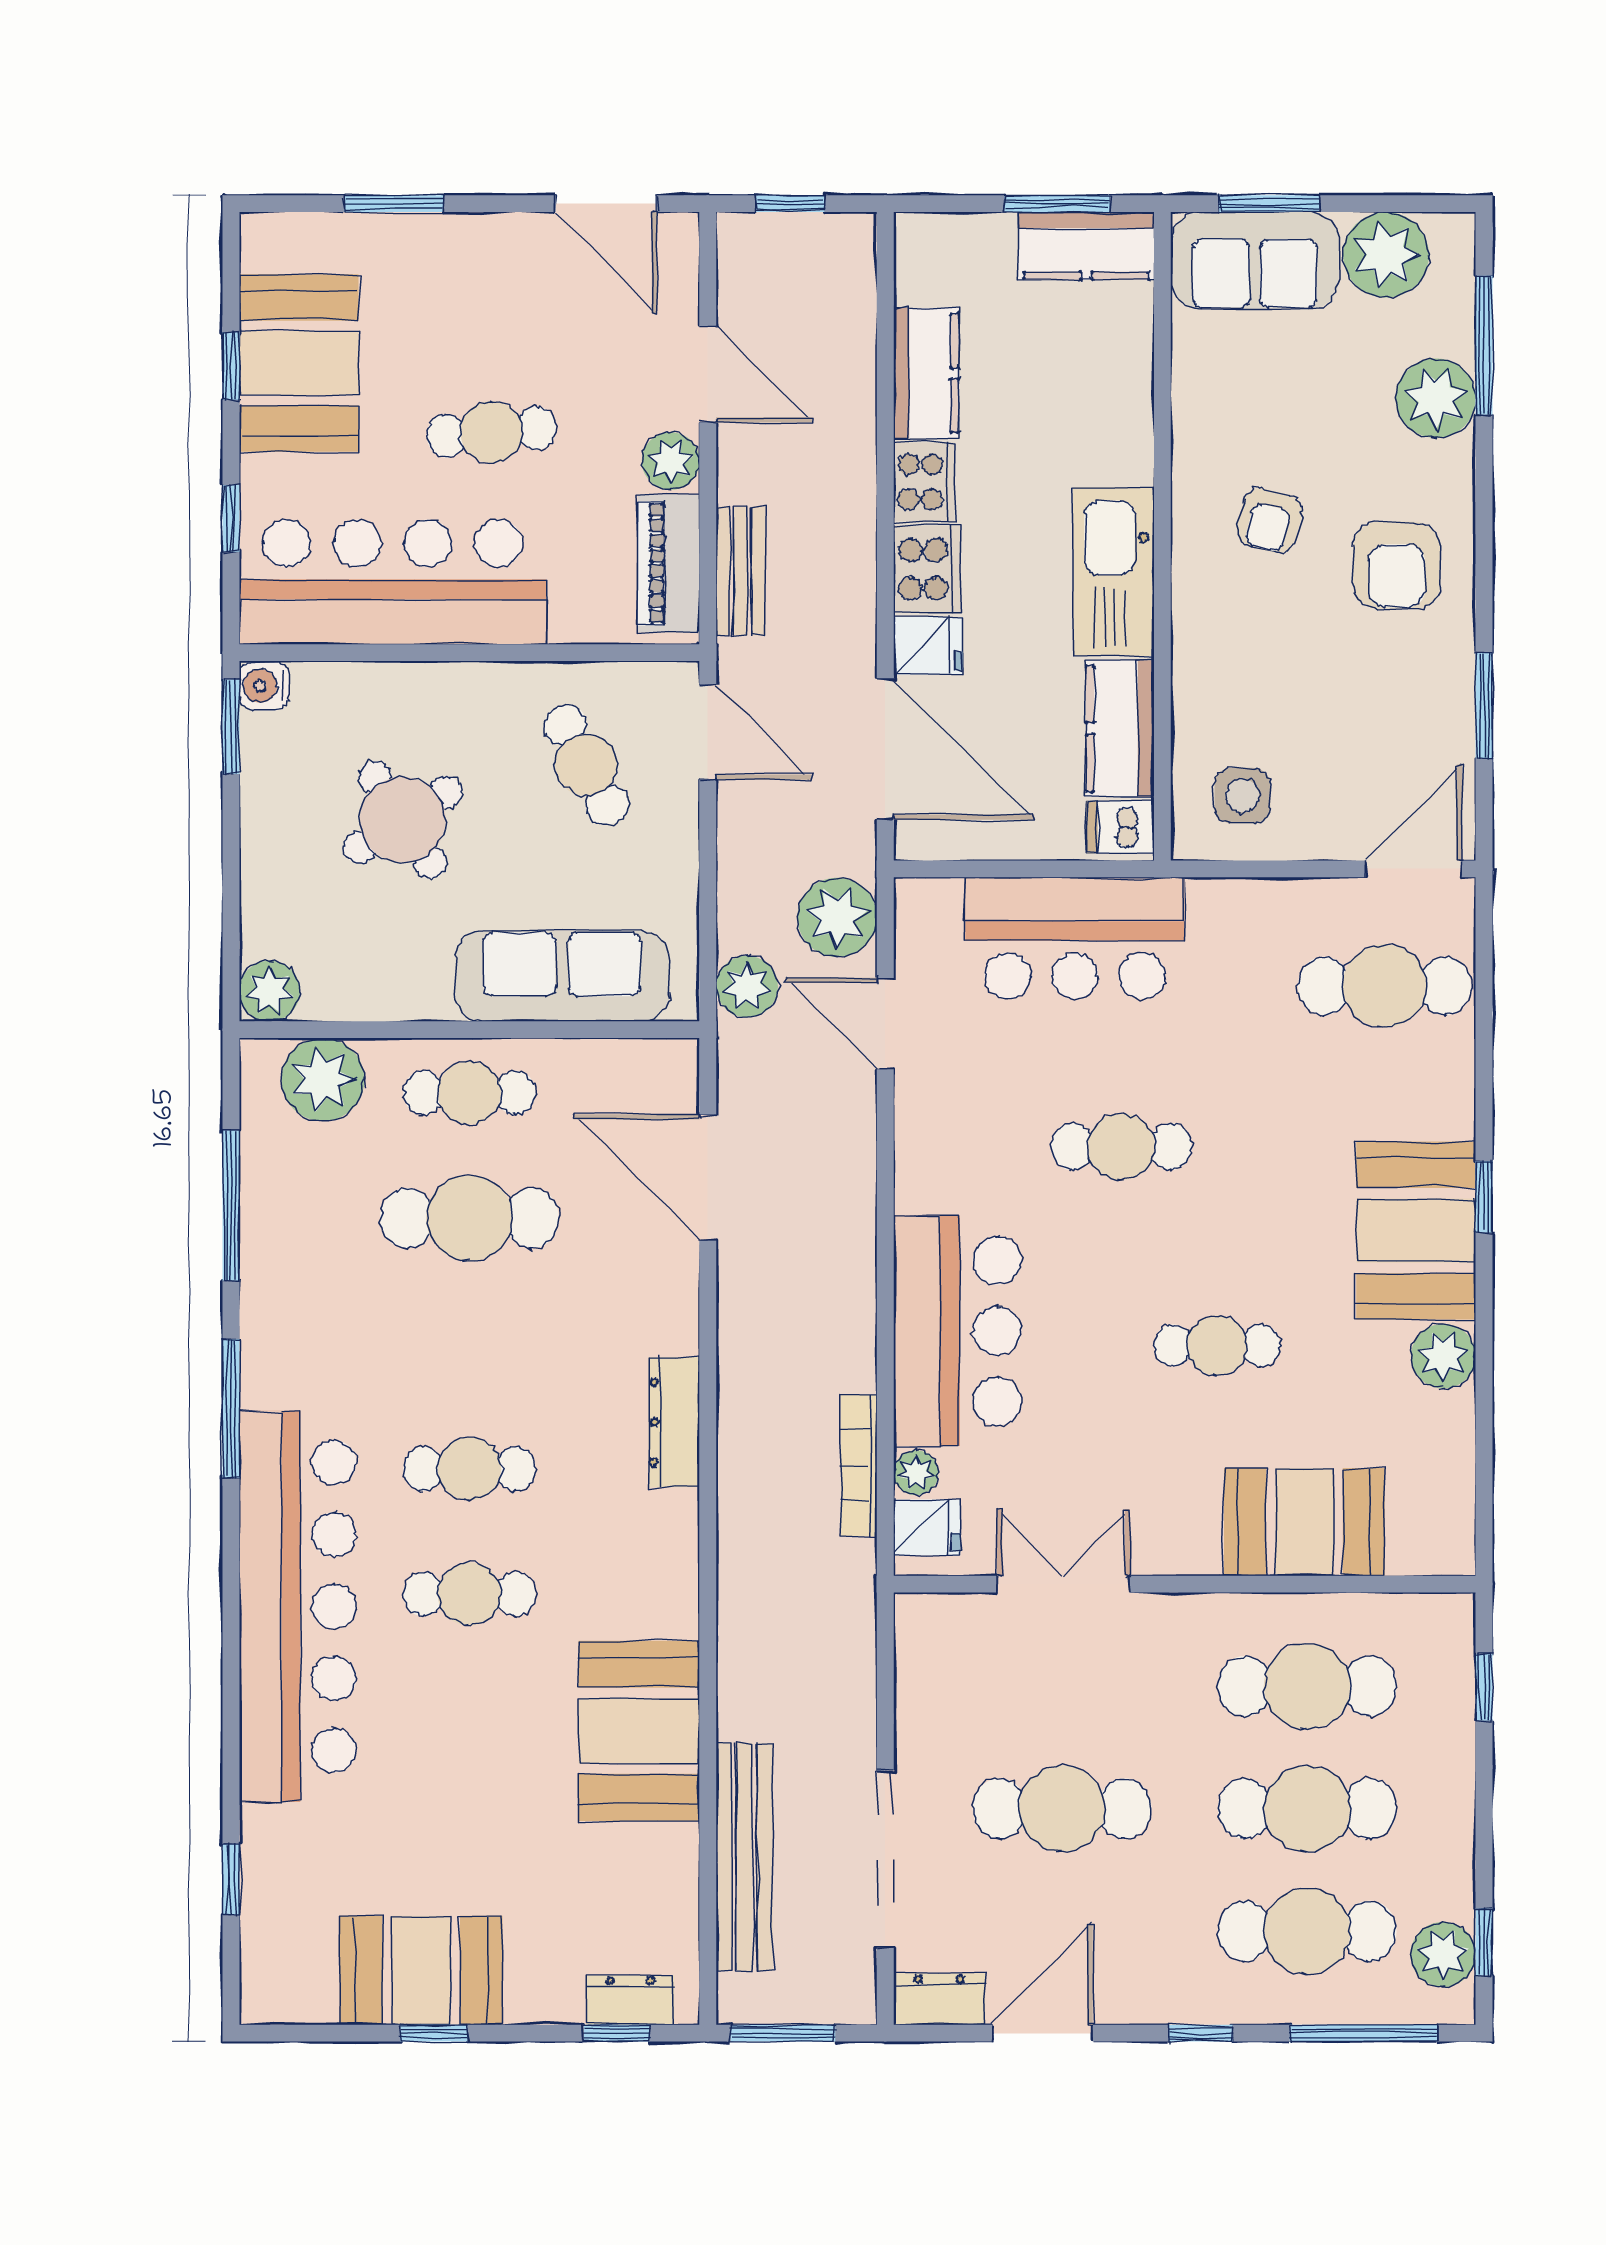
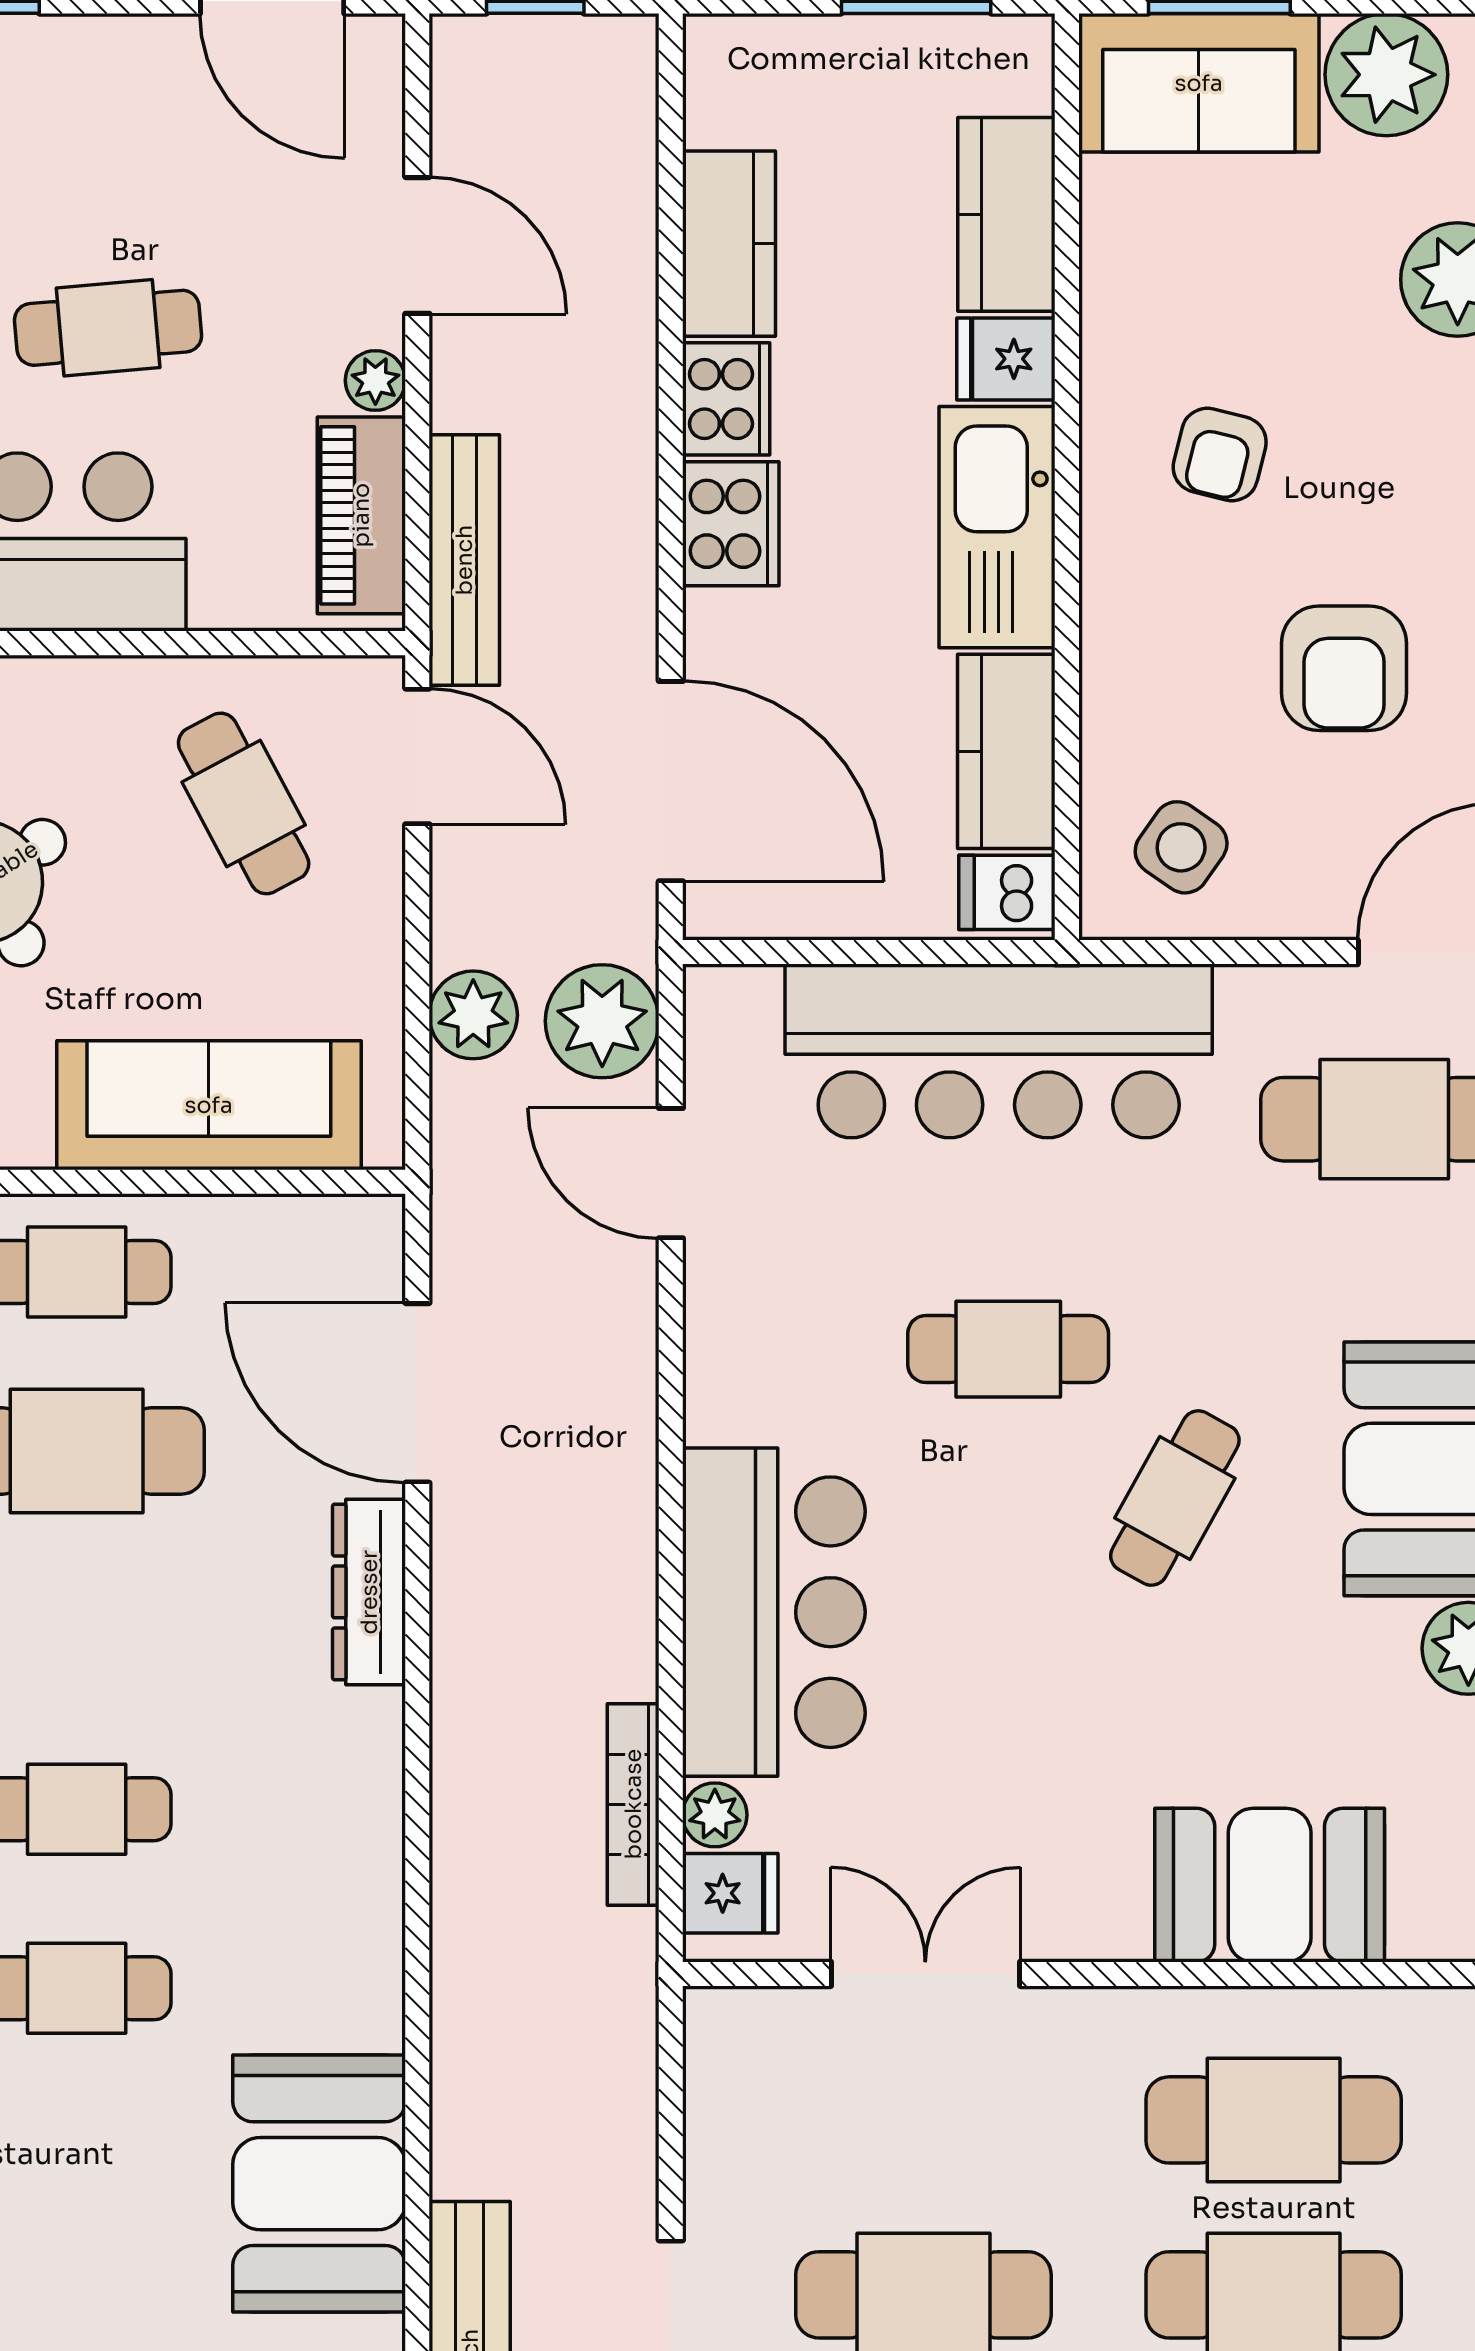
kitchen counter: (1086, 246) -> (1006, 214), moved, turned 90
plant: (671, 461) -> (375, 380), width x0.73, depth x0.73
armchair: (1397, 565) -> (1344, 668), moved
bench: (741, 571) -> (464, 560), width x1.36
fridge: (928, 646) -> (1006, 359), moved, turned 180
side table: (1242, 796) -> (1181, 847), turned 35
bar counter: (1075, 938) -> (999, 1051), width x1.36
plant: (747, 987) -> (473, 1015), moved
cafe table: (1217, 1345) -> (1175, 1498), moved, turned -61
dresser: (674, 1422) -> (369, 1592), moved

